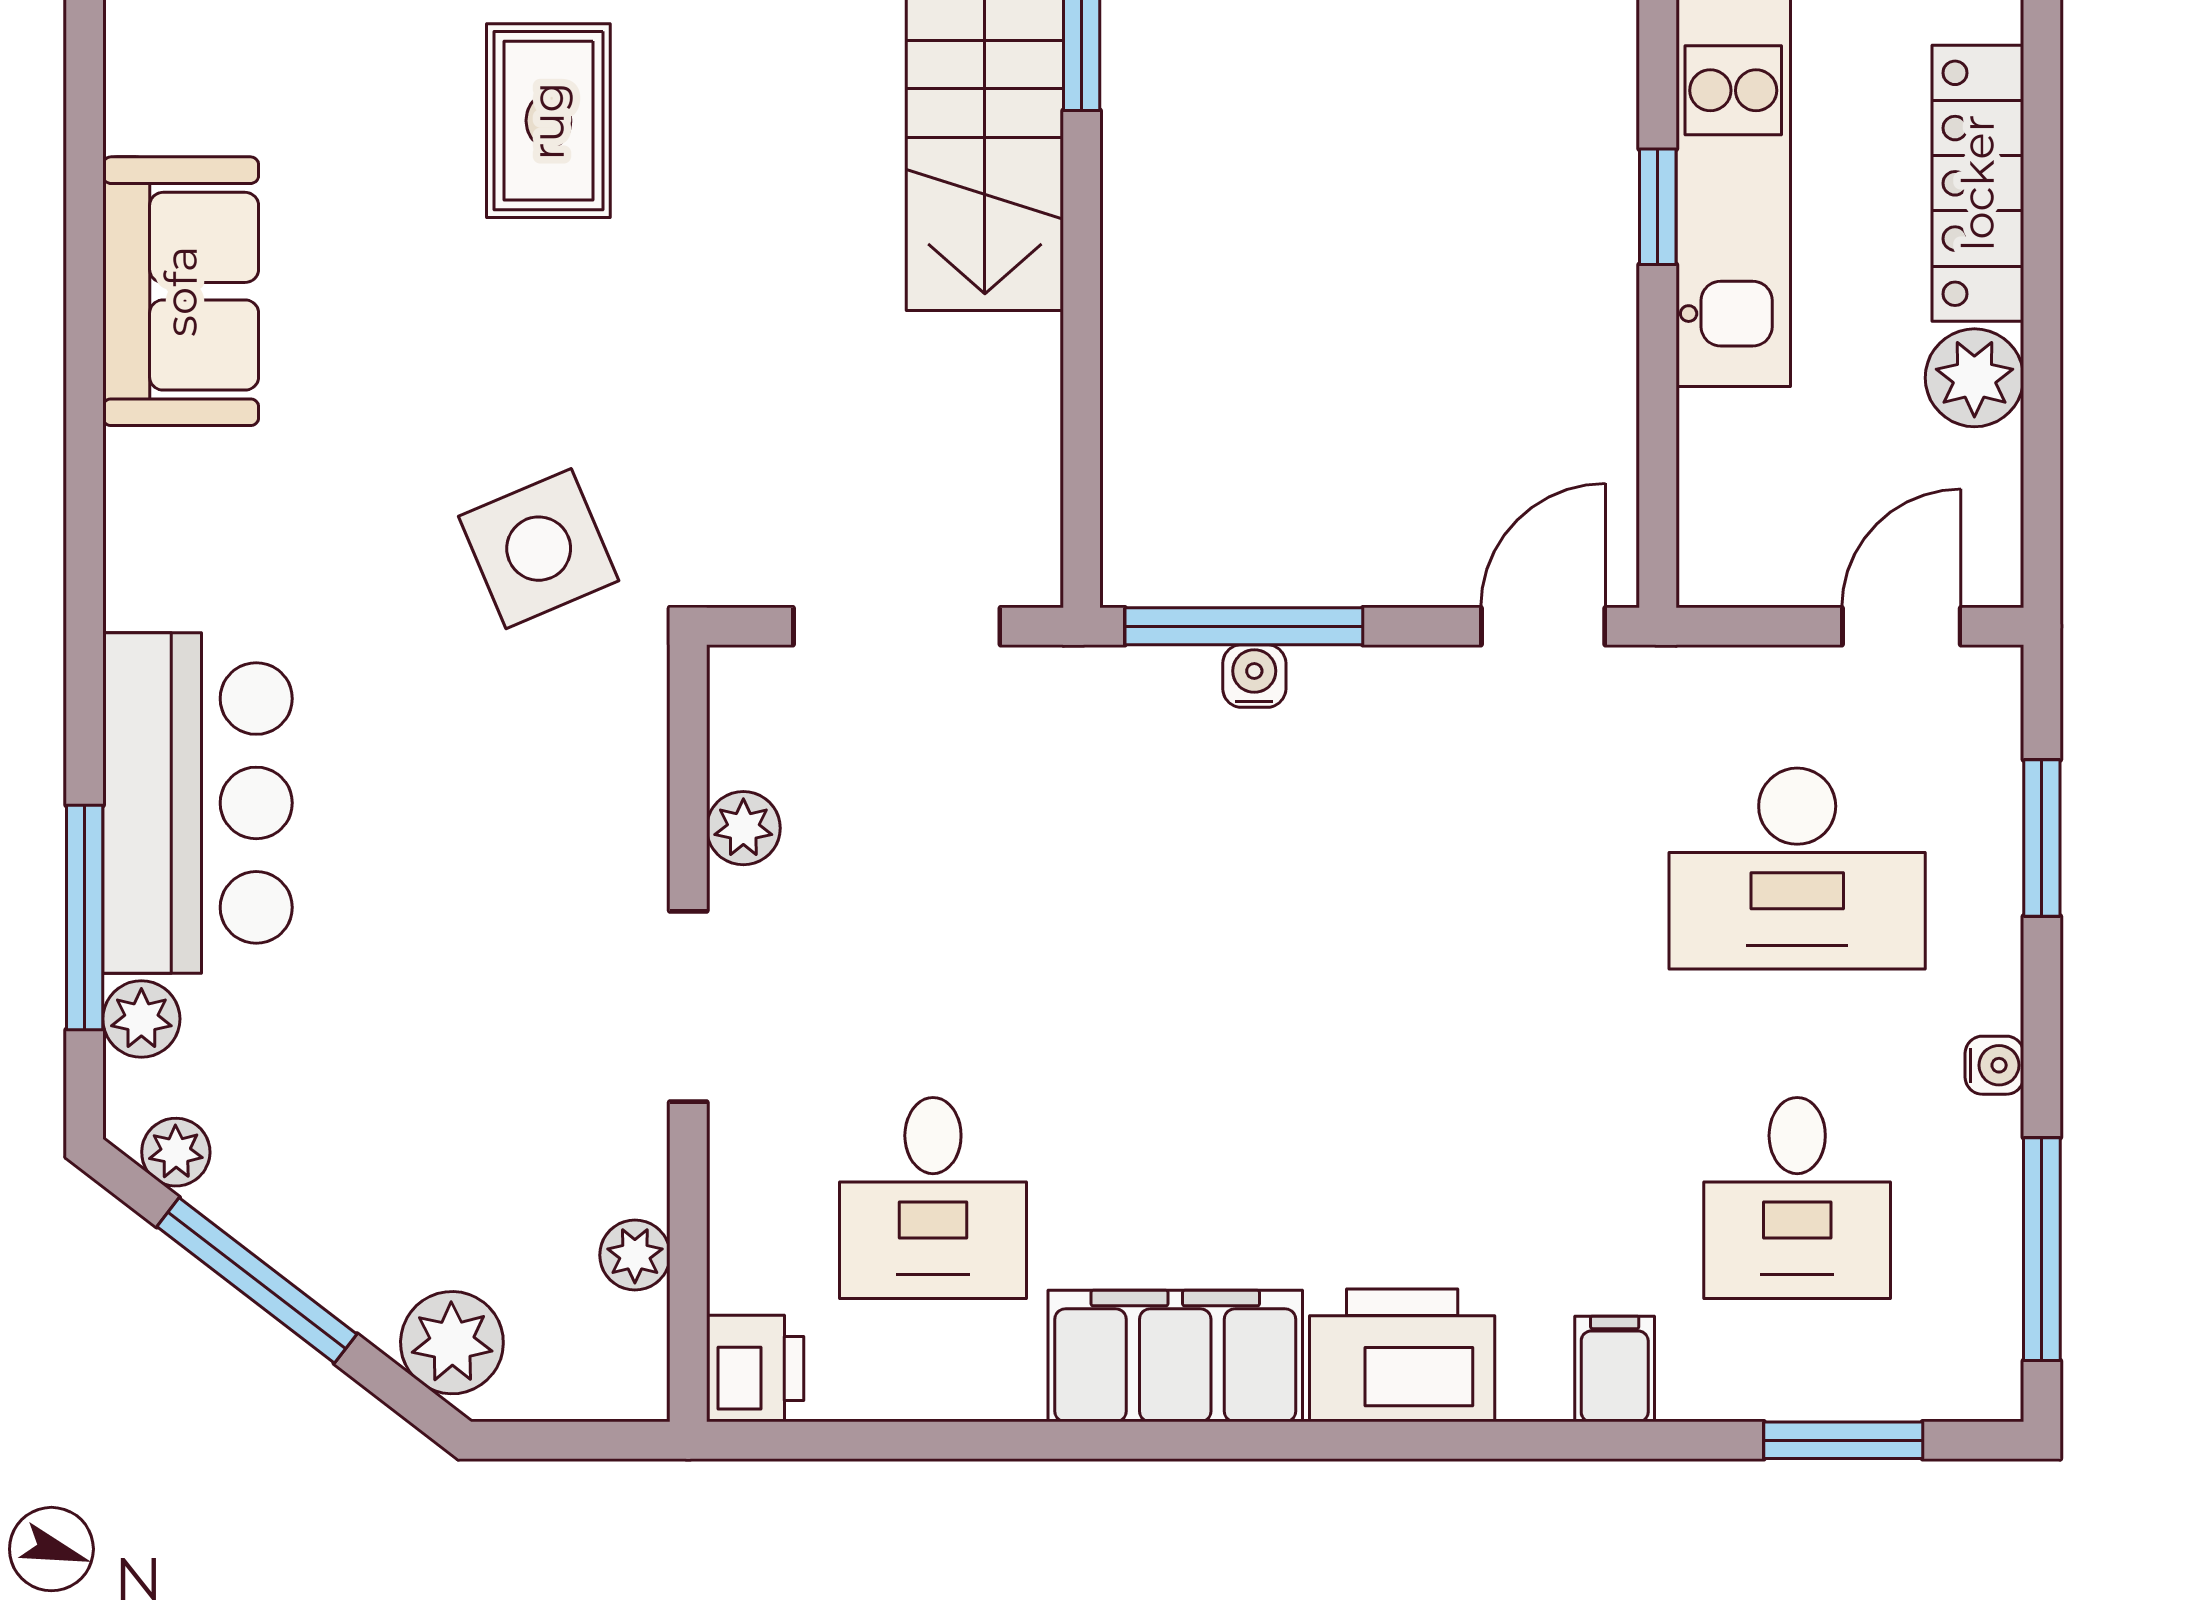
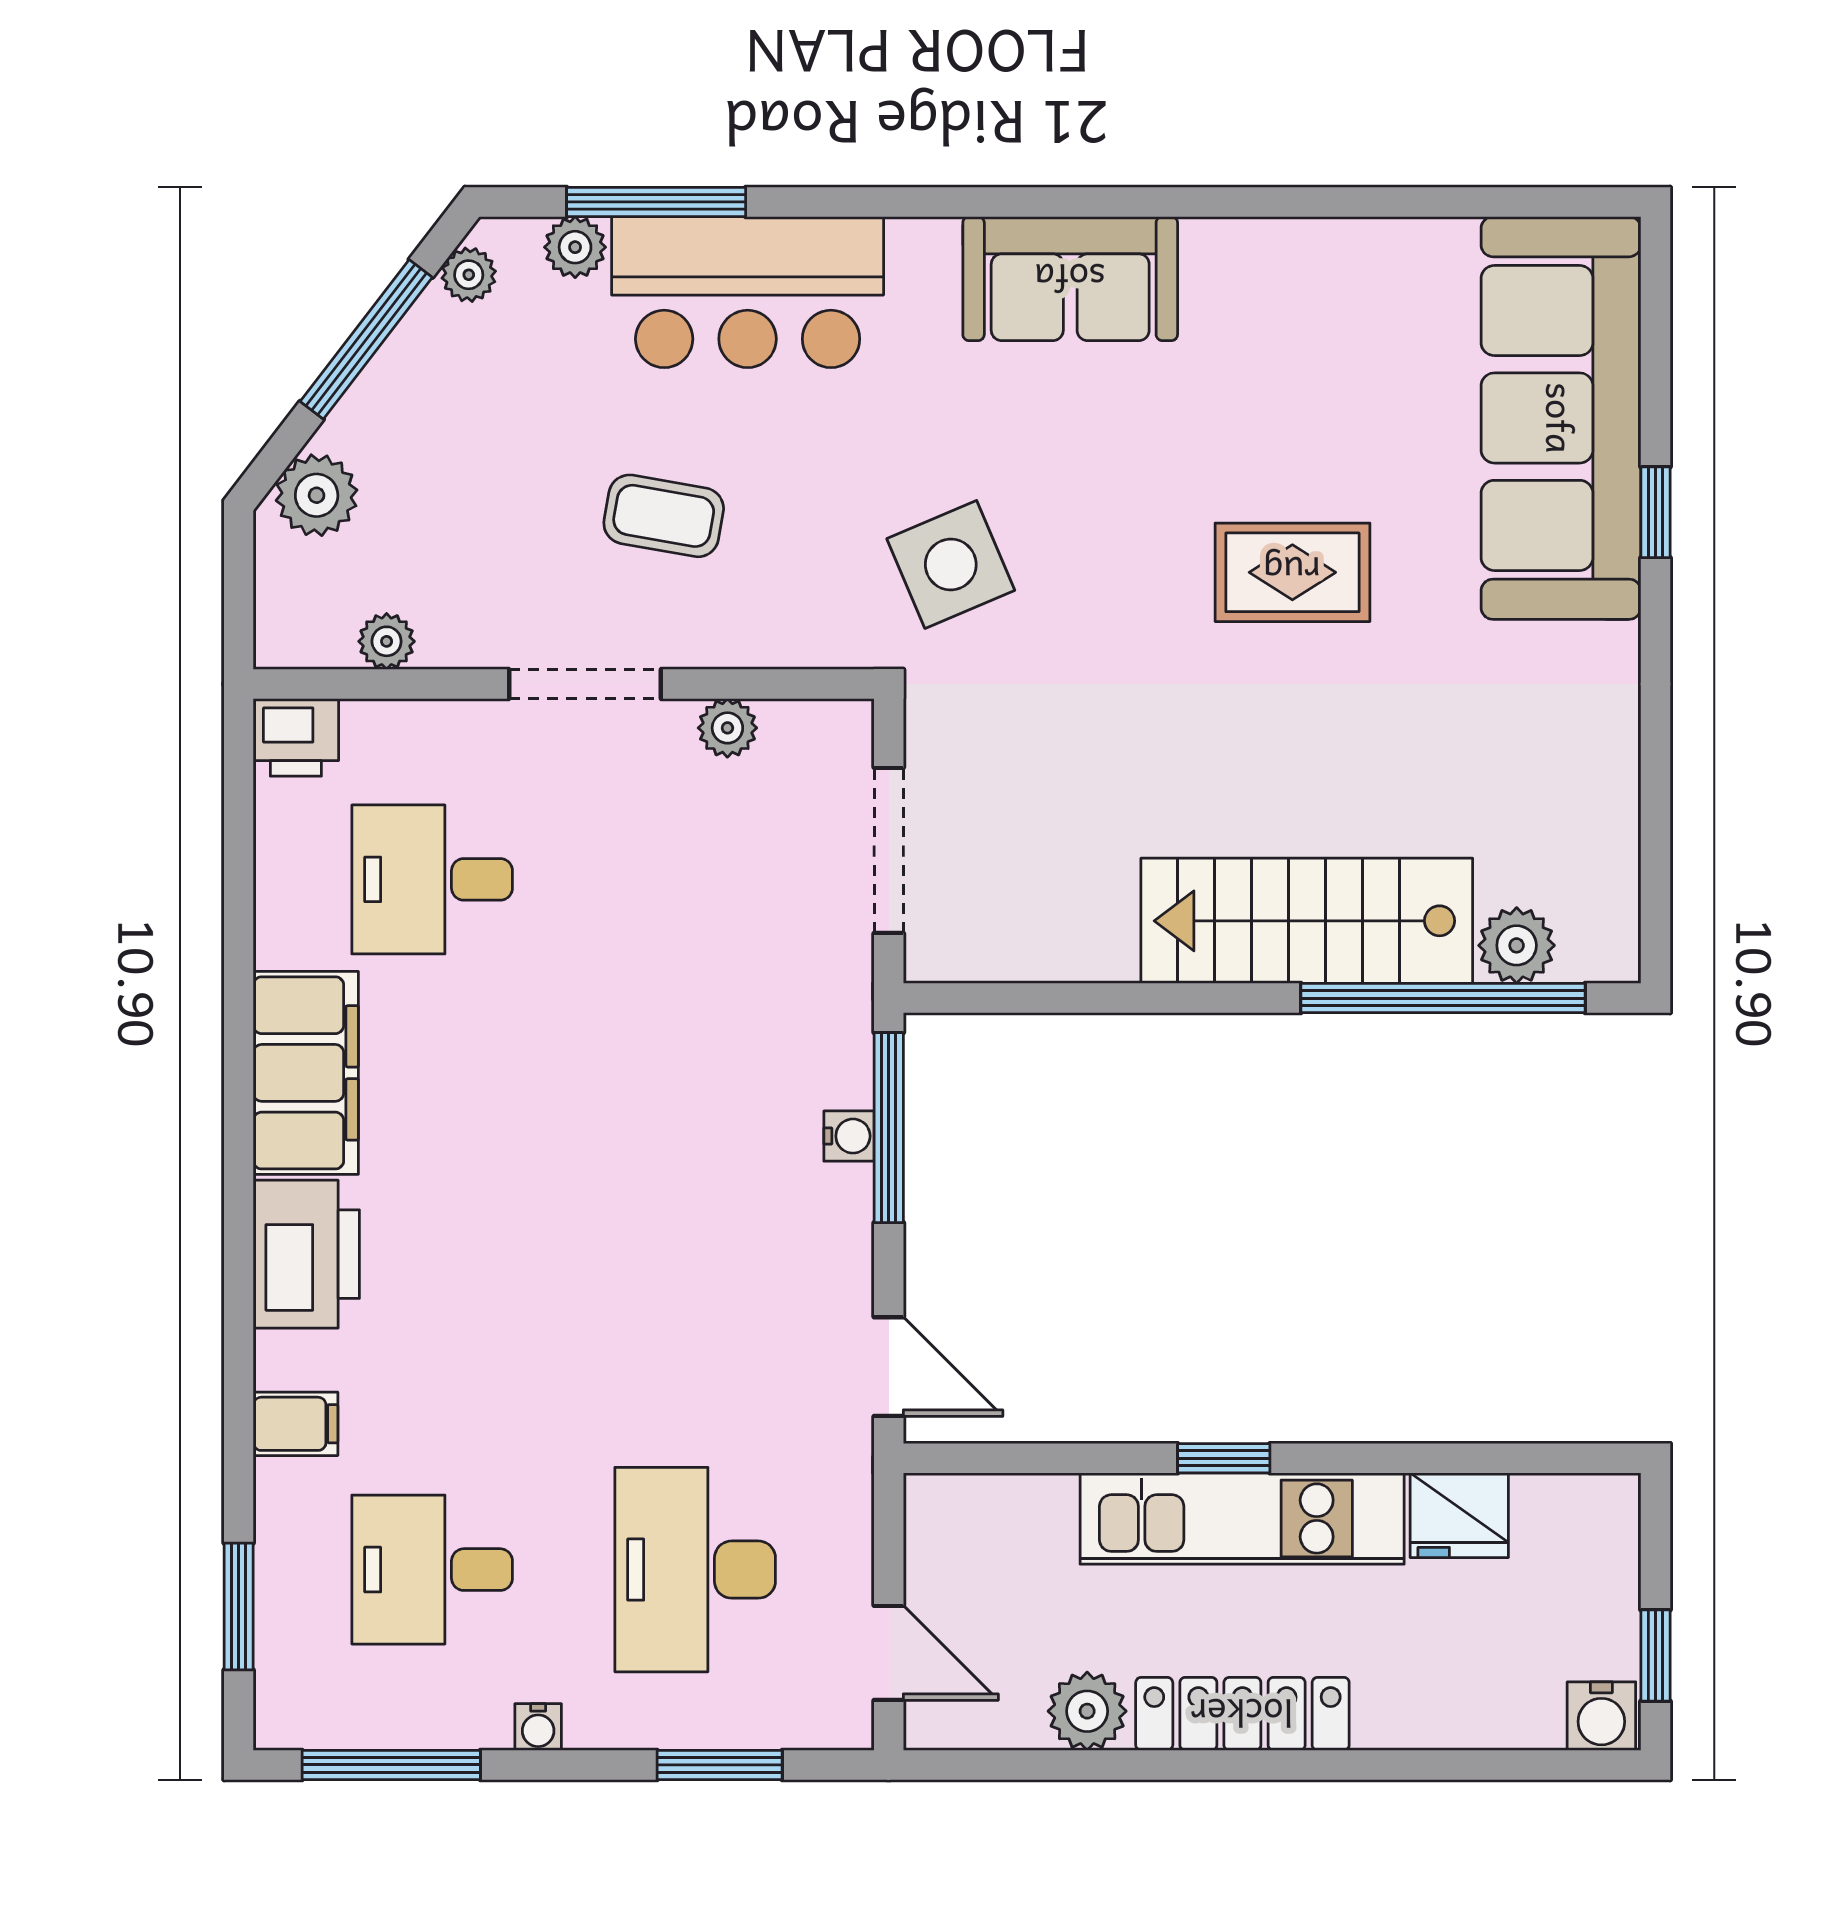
sofa: (181, 291) -> (1070, 279), moved
coffee table: (478, 908) -> (664, 516), added

